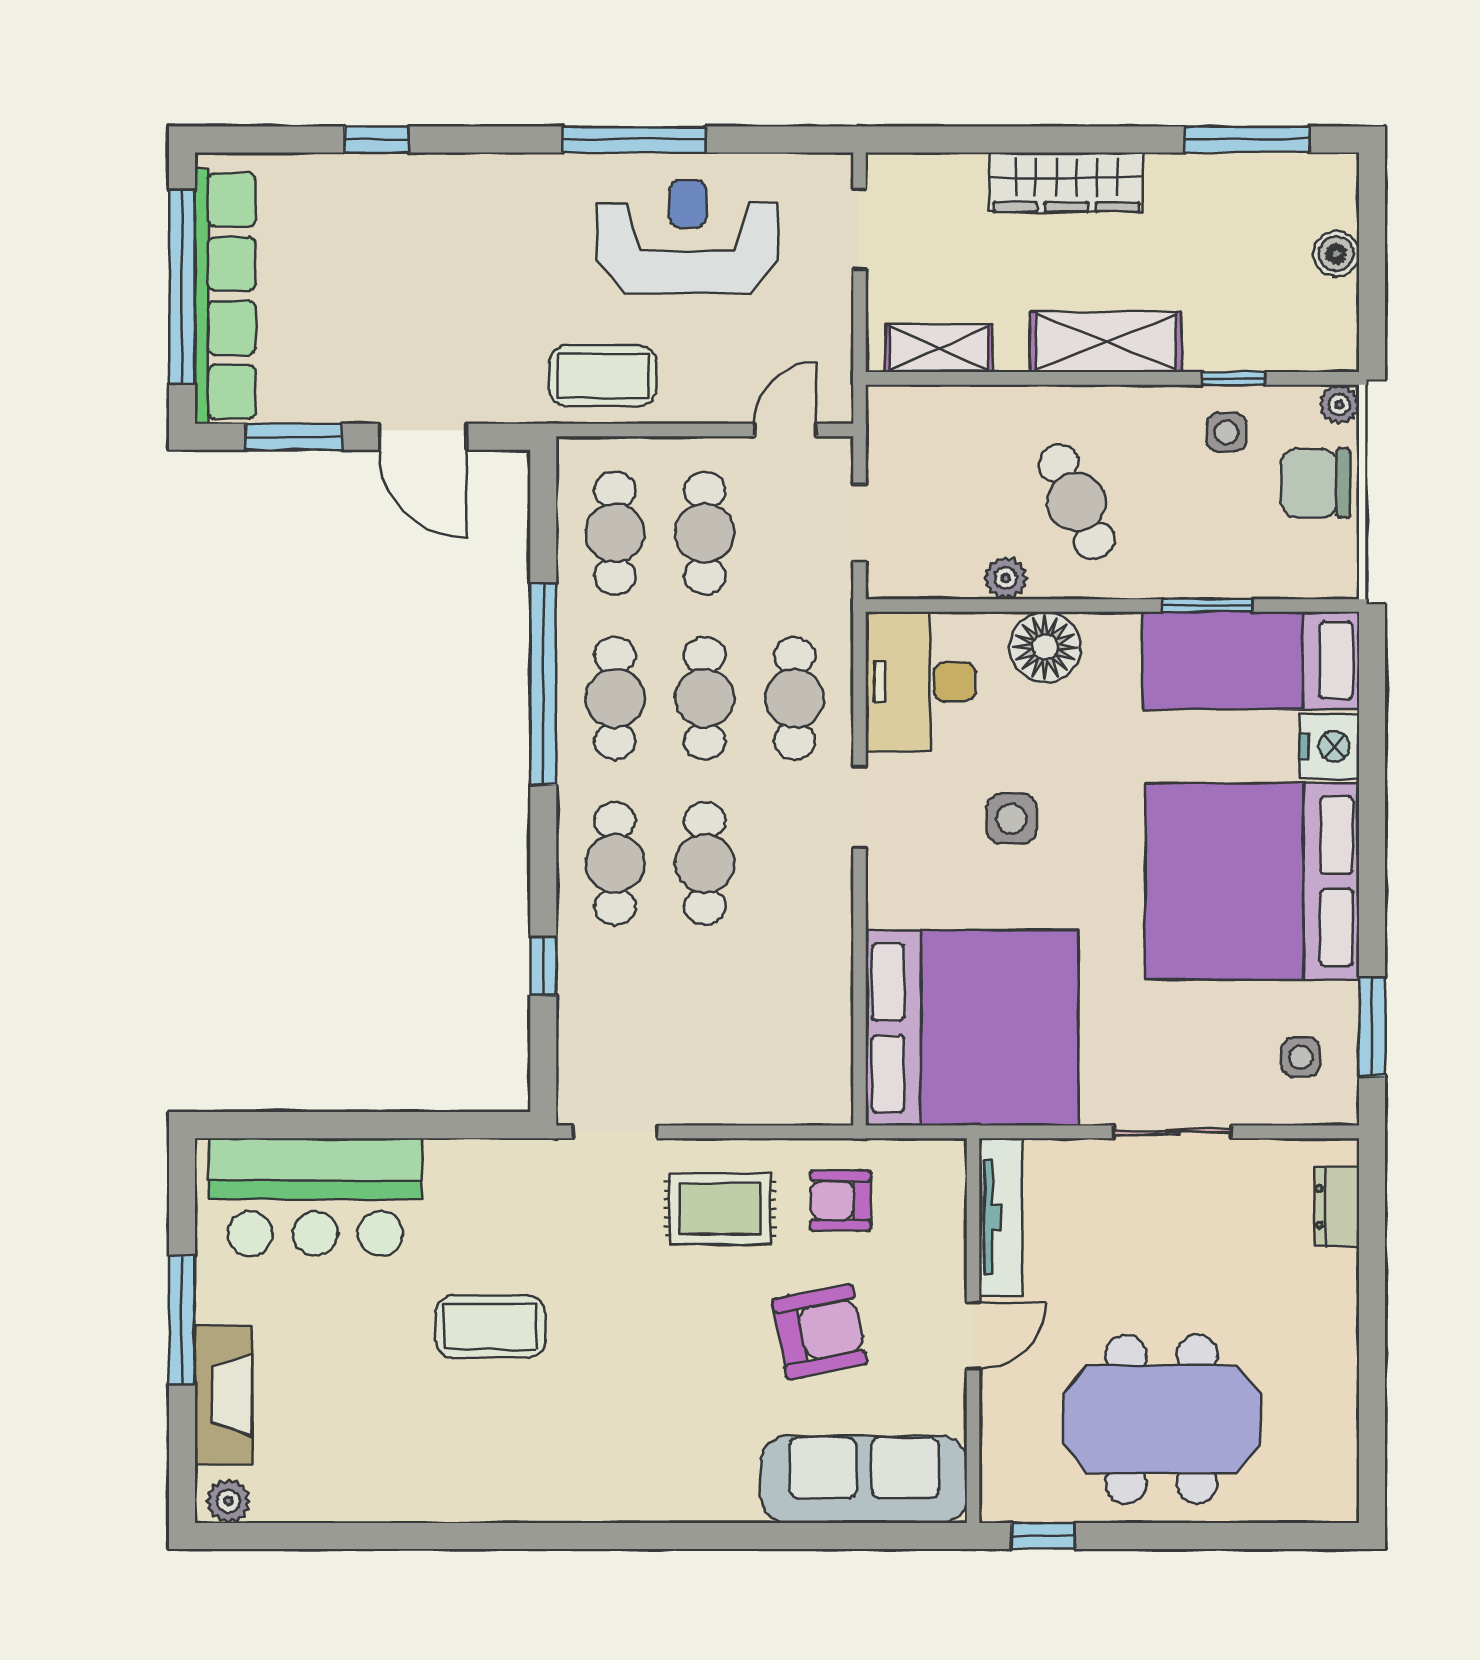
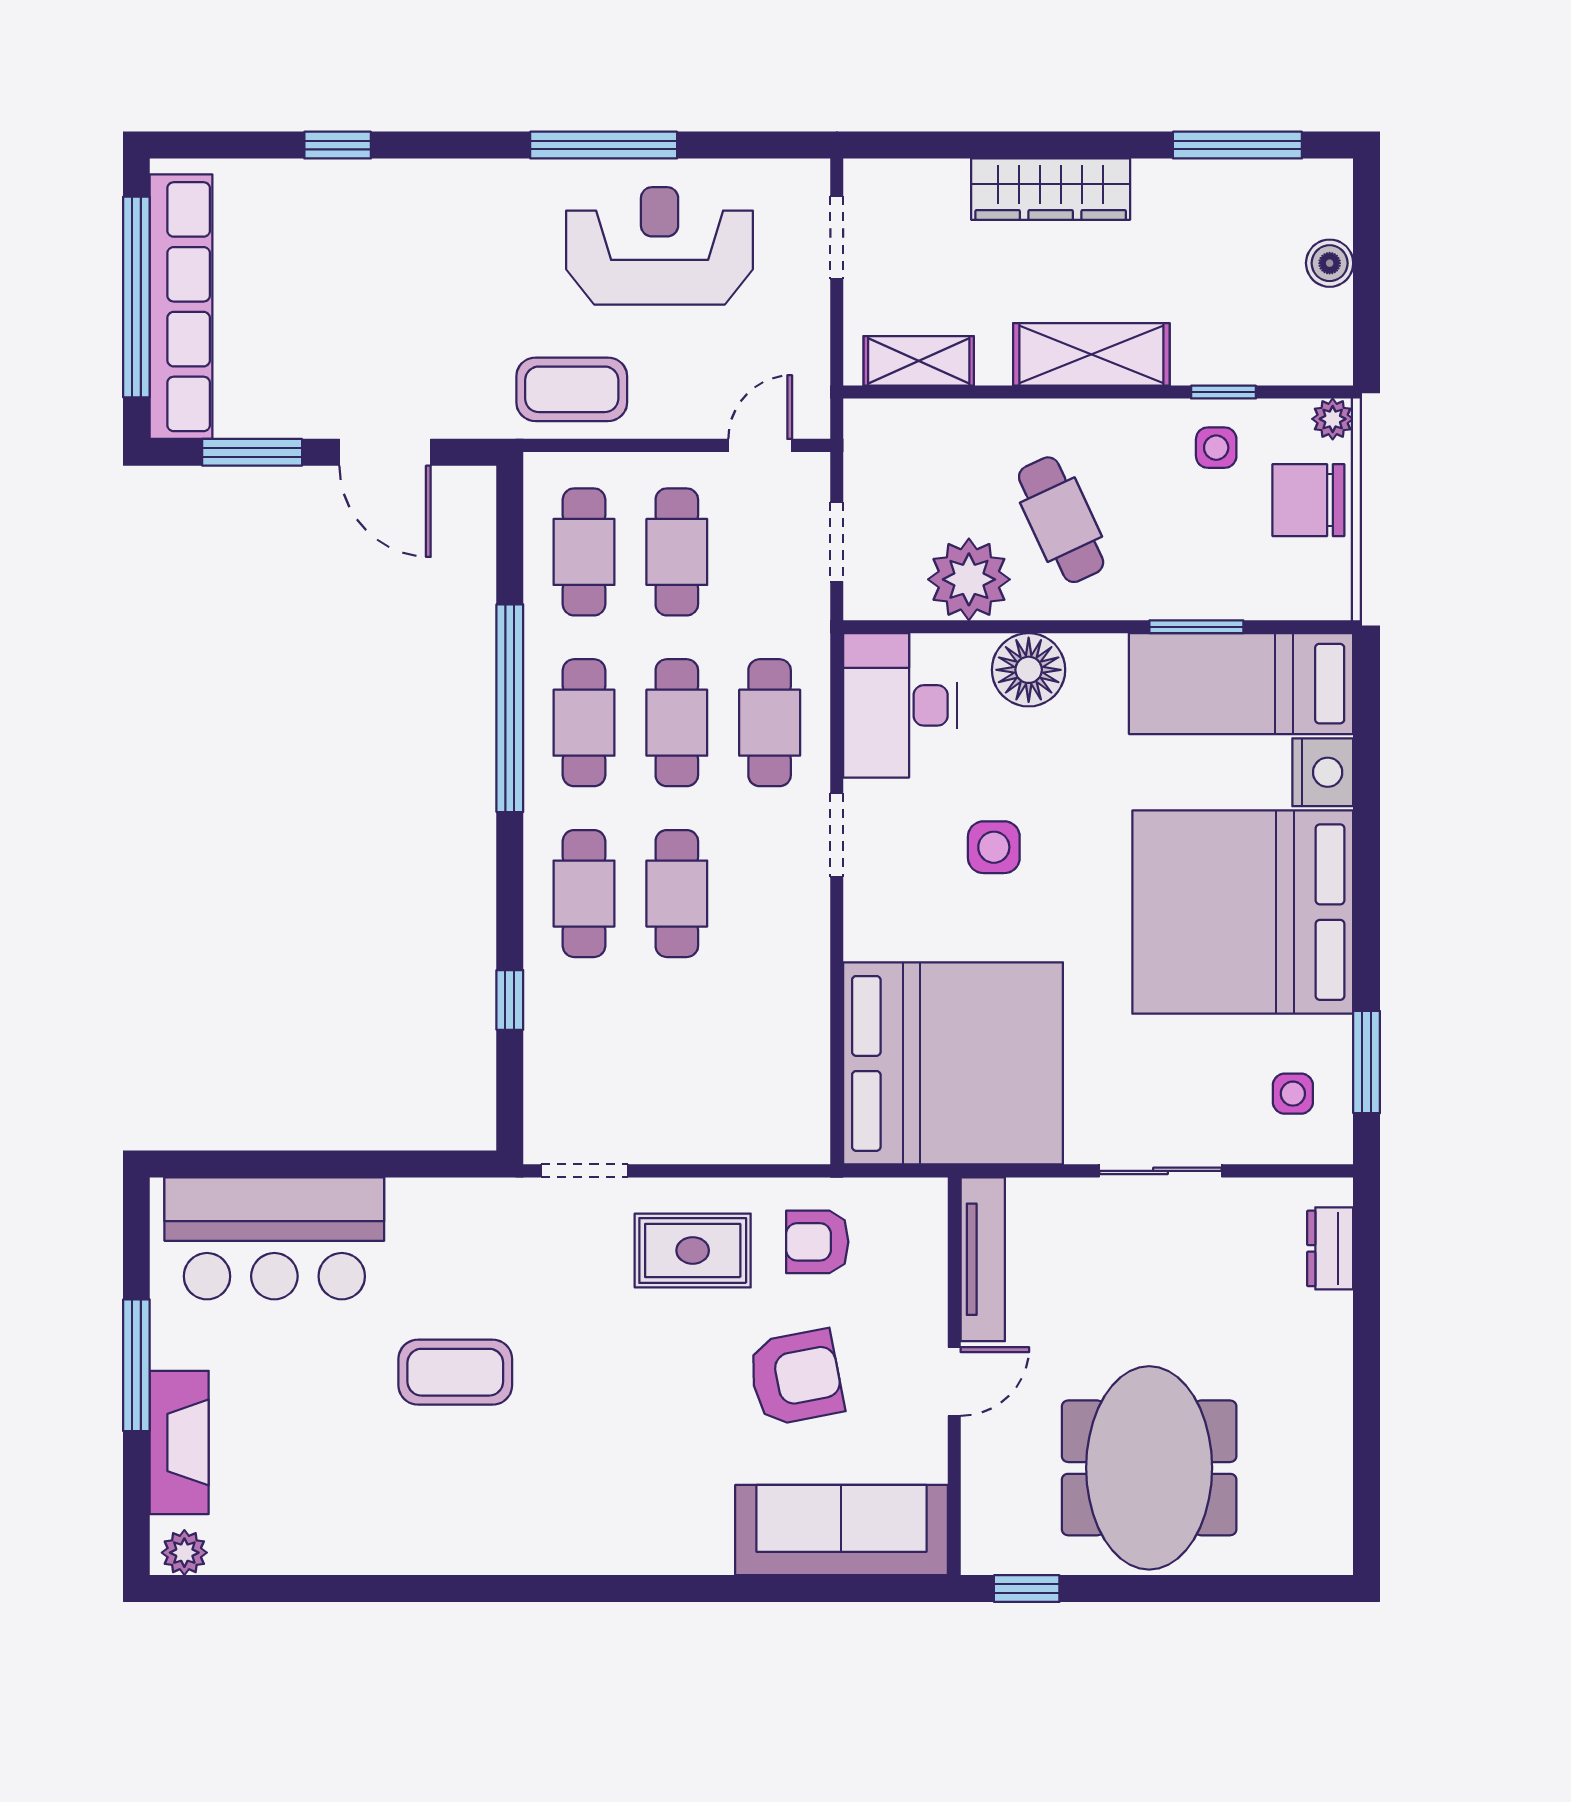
plant: (1006, 578) -> (969, 579), width x1.87, depth x1.87
meeting table: (1162, 1419) -> (1149, 1468), turned 90

